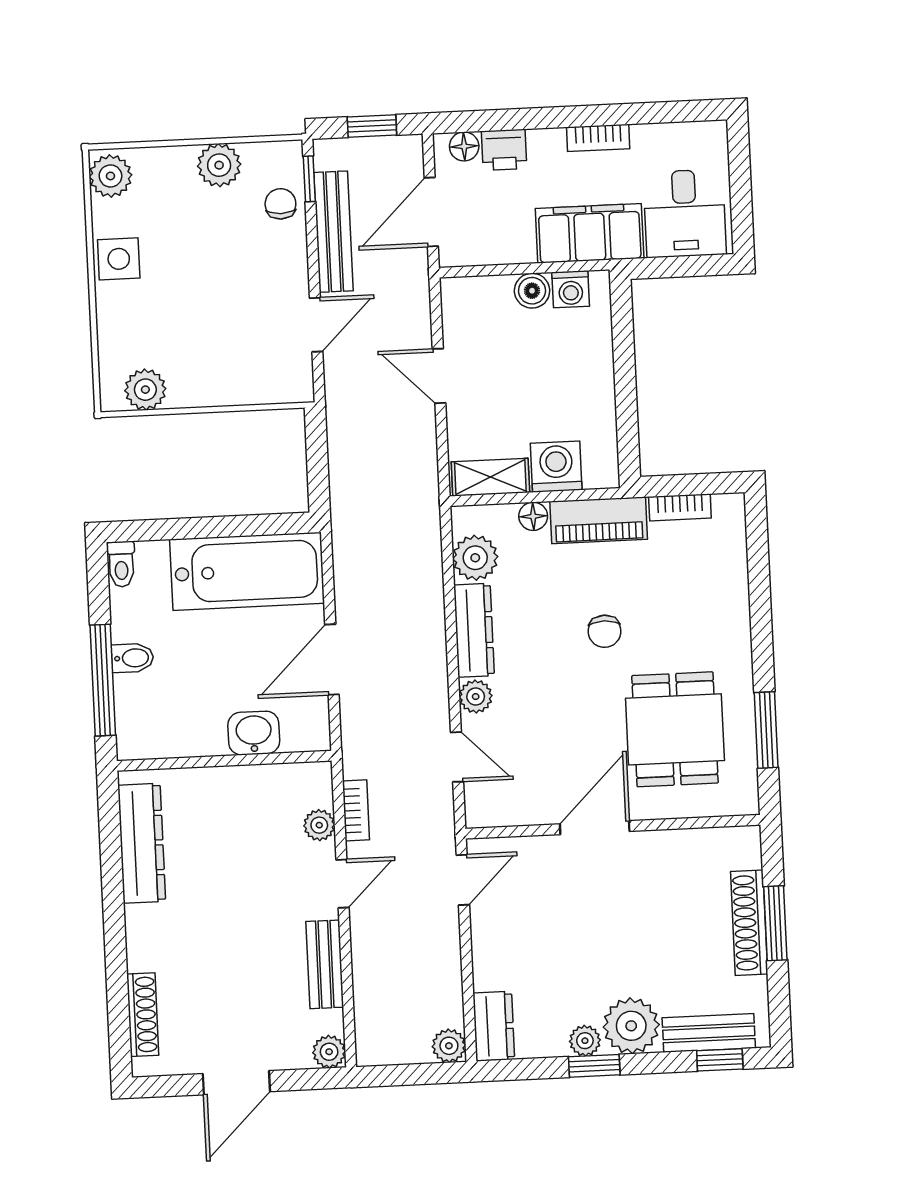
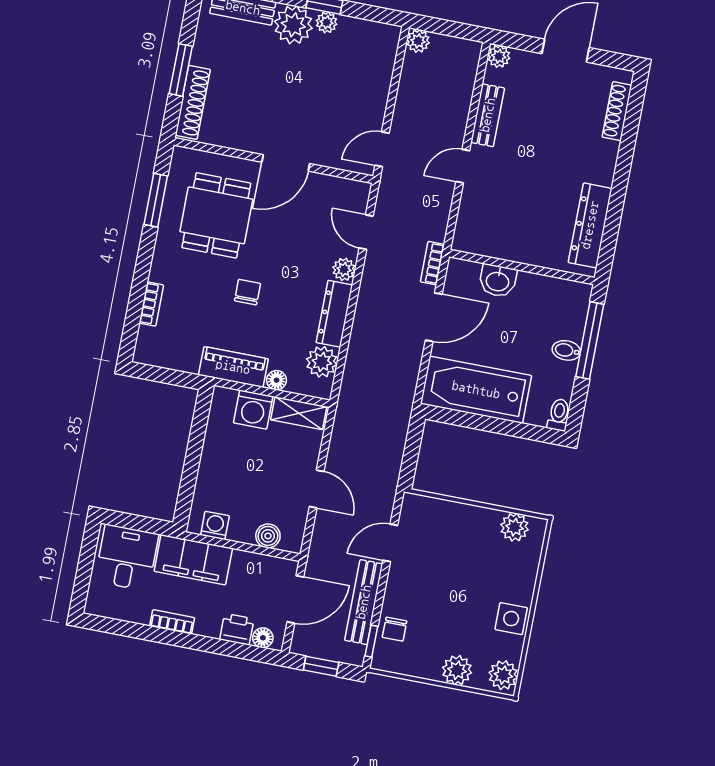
plant: (219, 165) -> (457, 670), moved
boiler: (532, 291) -> (268, 536), moved
bookcase: (680, 507) -> (151, 304), moved, turned 90
bookcase: (356, 810) -> (432, 263), moved
plant: (319, 825) -> (469, 209), removed
shoe rack: (749, 923) -> (193, 102), moved
dresser: (494, 1026) -> (385, 47), removed

